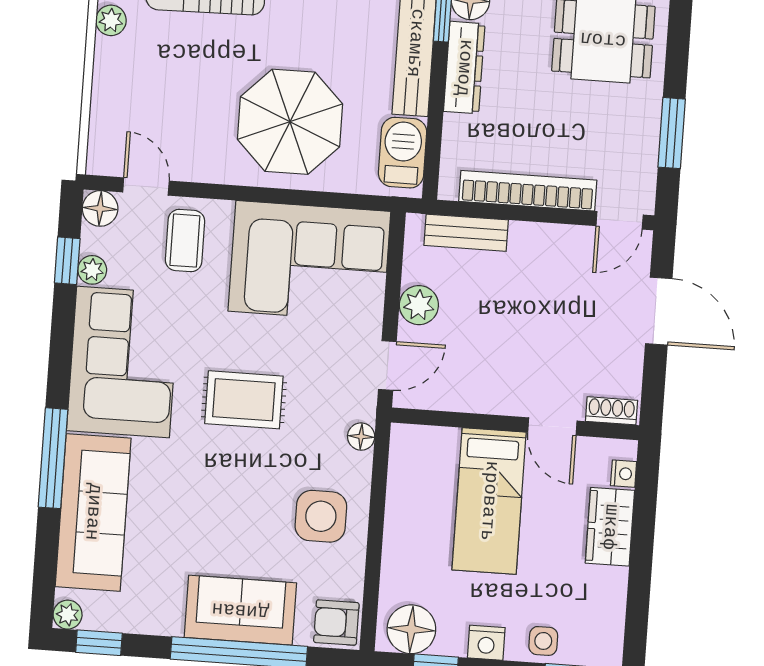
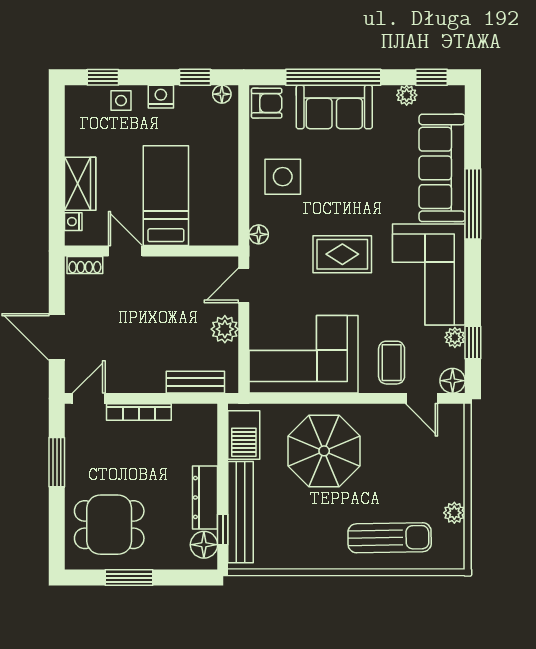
bookcase: (528, 191) -> (139, 412), width x0.68, depth x0.76
plant: (68, 615) -> (407, 95), moved
floor lamp: (411, 629) -> (222, 94), width x0.53, depth x0.53

